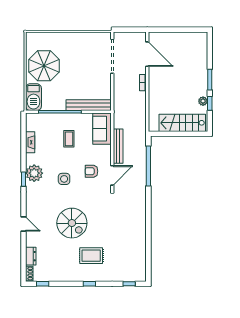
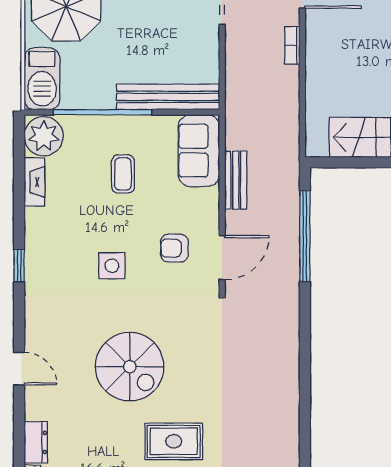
bench: (118, 146) -> (236, 180), width x0.73
plant: (34, 173) -> (44, 136), moved

